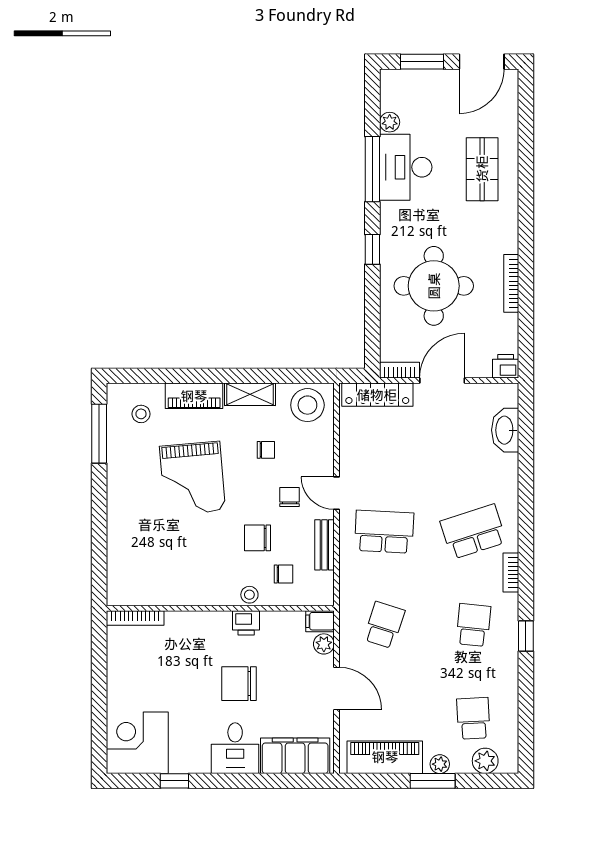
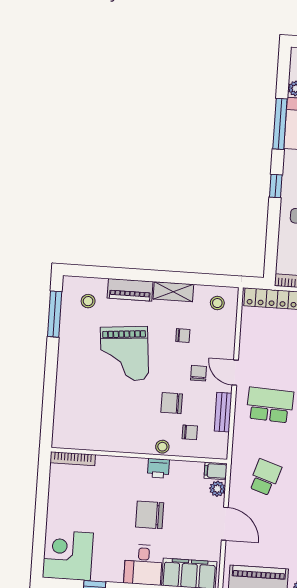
stool: (307, 405) -> (217, 303), width x0.53, depth x0.53

